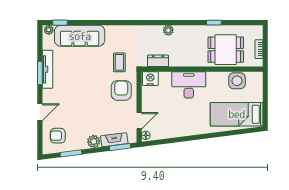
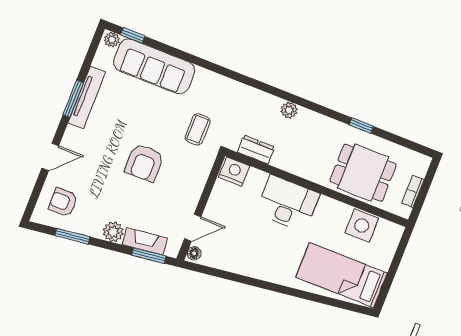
armchair: (121, 90) -> (144, 163), moved, turned 180

